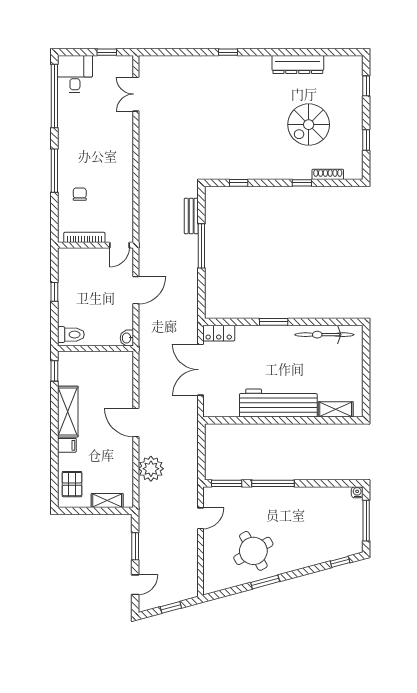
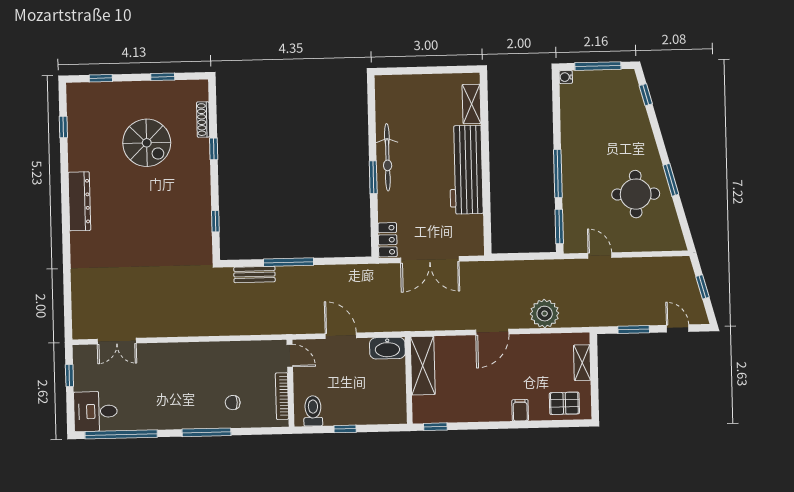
window: (228, 52) -> (63, 127), moved
dresser: (298, 64) -> (79, 201), moved
toilet: (71, 335) -> (313, 411), moved
bicycle: (324, 335) -> (387, 157), moved
washbasin: (127, 338) -> (387, 348), width x1.91, depth x1.45
shelving: (68, 412) -> (423, 366), moved, turned 90
round table: (253, 551) -> (636, 194), turned 30

